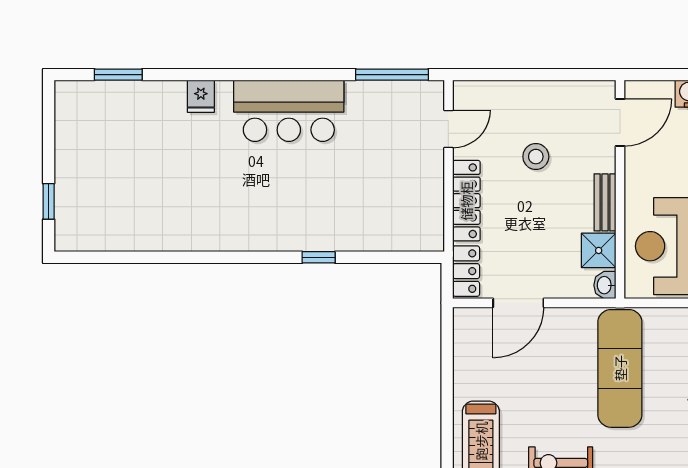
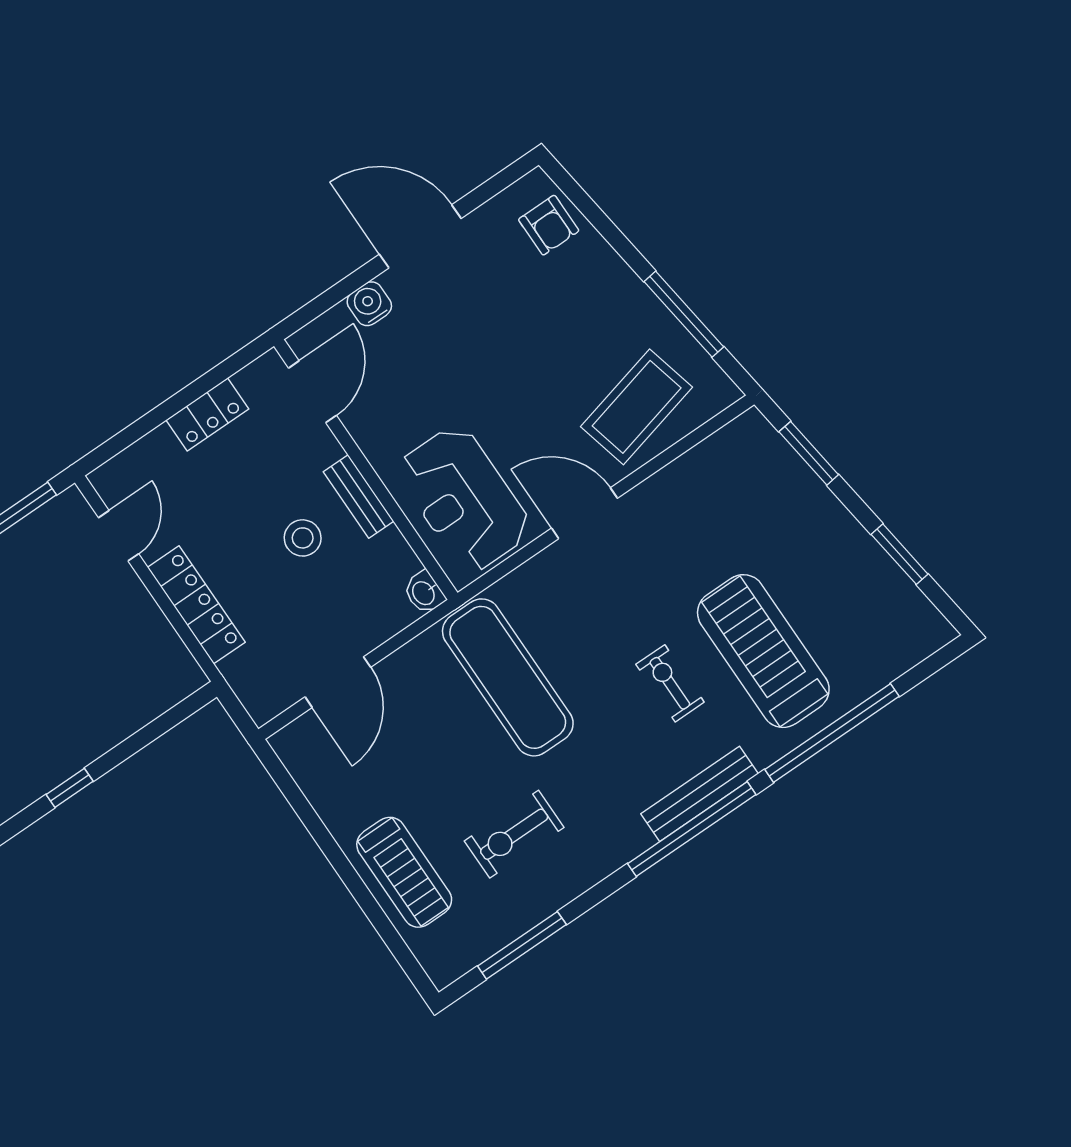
stool: (536, 157) -> (303, 538), moved
shower: (599, 250) -> (389, 557), removed
locker: (466, 271) -> (207, 415), moved, turned 90

